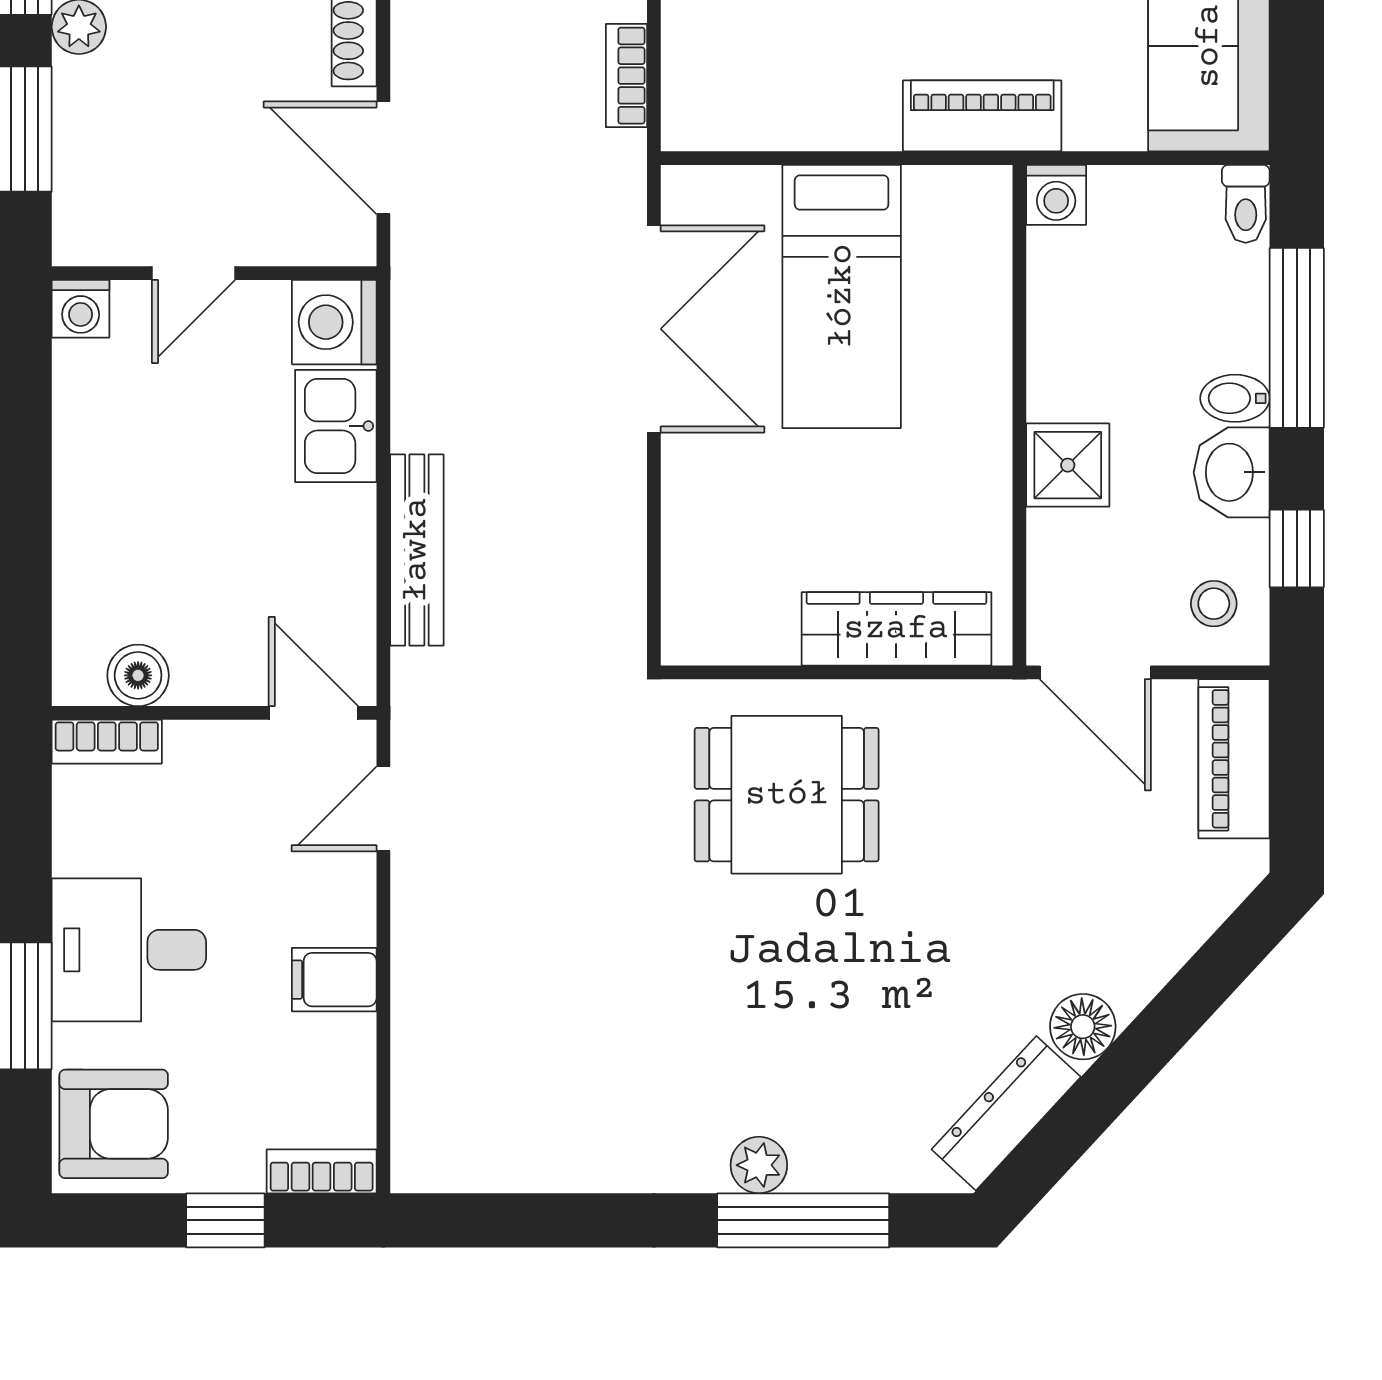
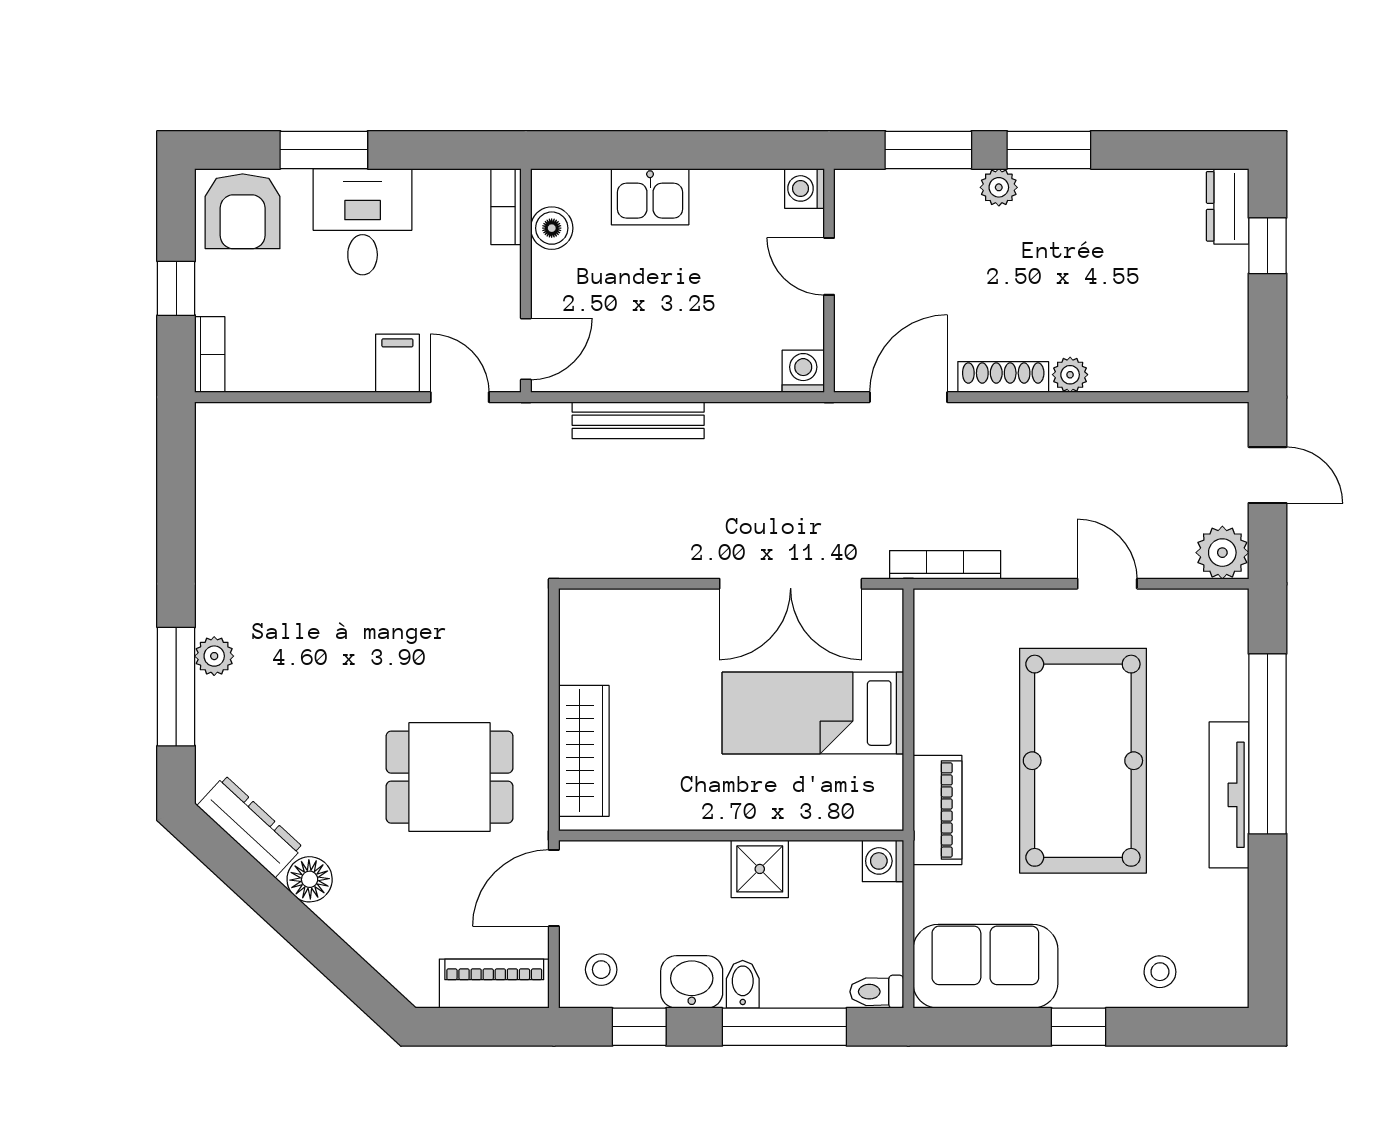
bookcase: (627, 76) -> (945, 565), width x1.56
washing machine: (334, 322) -> (803, 371), width x0.73, depth x0.73
kitchen sink: (336, 426) -> (650, 197), moved, turned 180
shower: (1068, 465) -> (760, 869), moved
dining table: (787, 795) -> (449, 777), moved, turned 90
filing cabinet: (334, 980) -> (397, 363), moved

